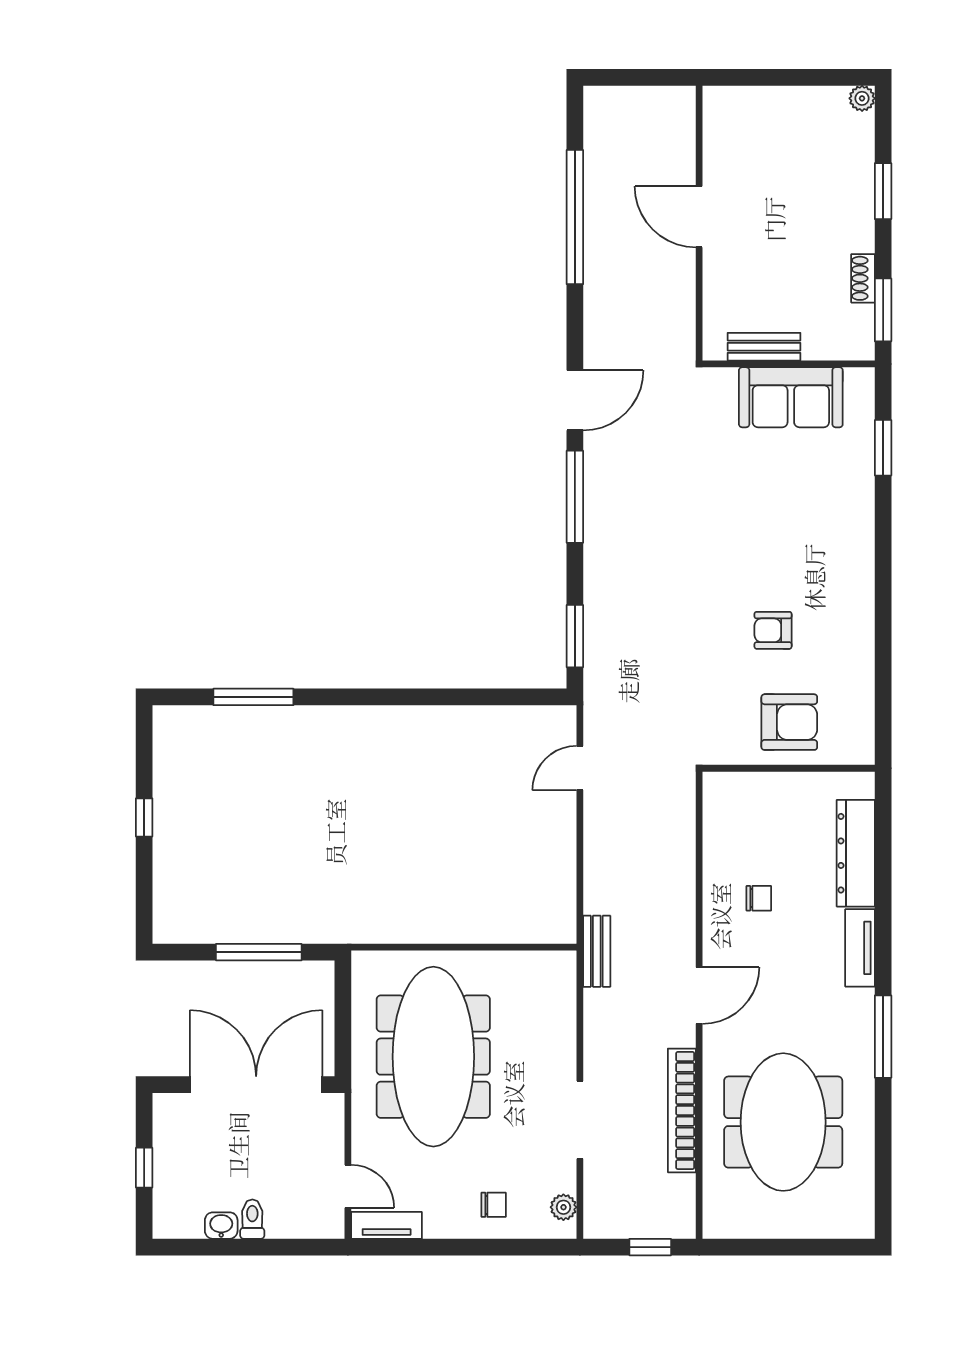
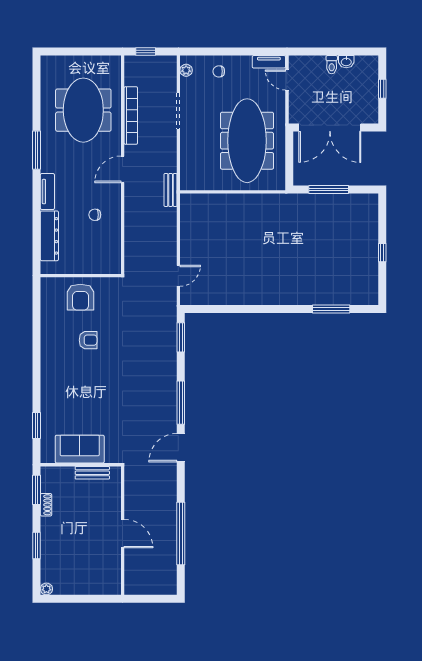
armchair: (789, 722) -> (80, 297), turned -90

